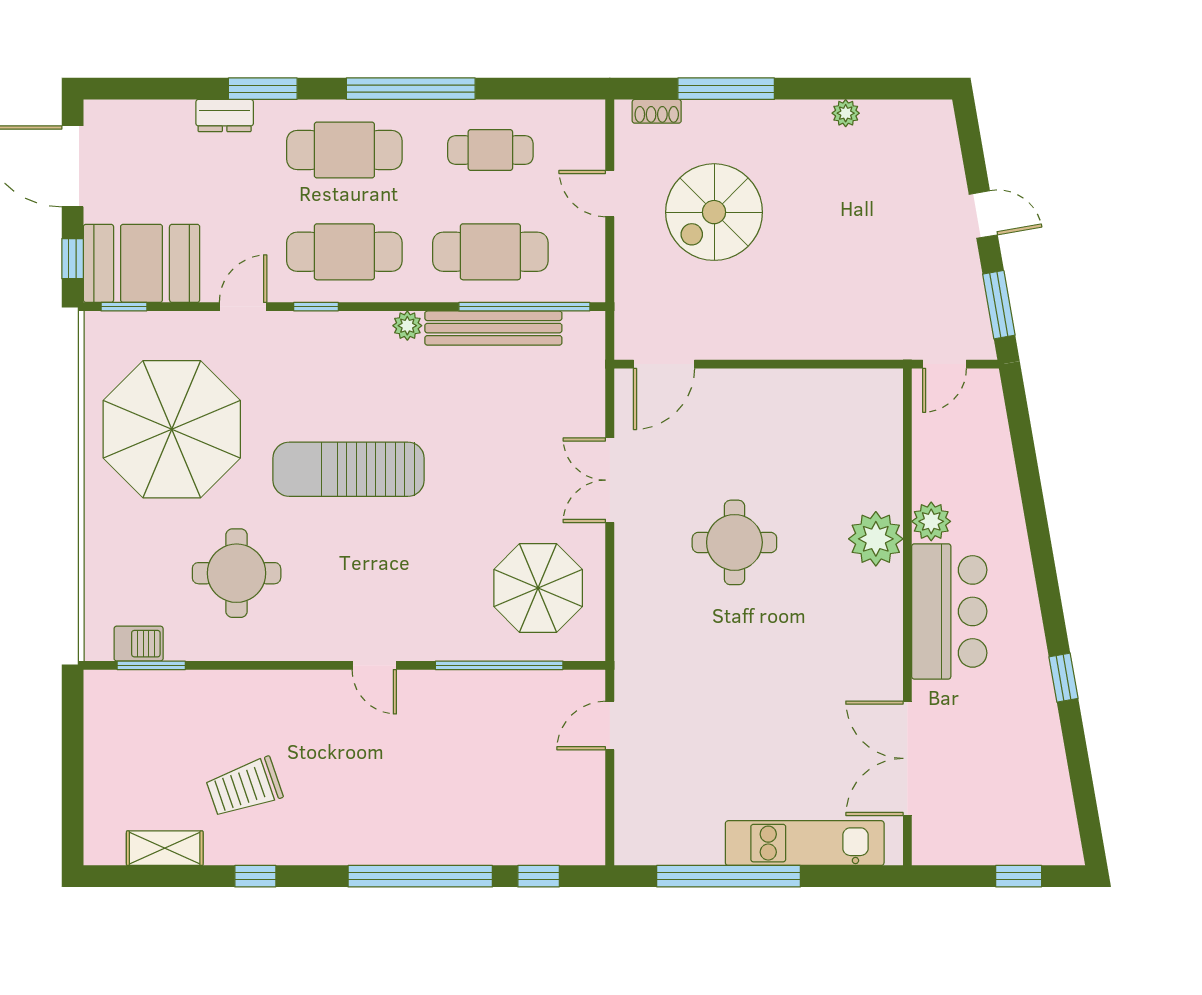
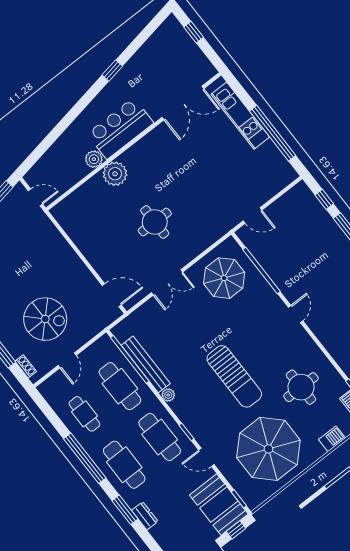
barbecue: (101, 556) -> (332, 439), added

